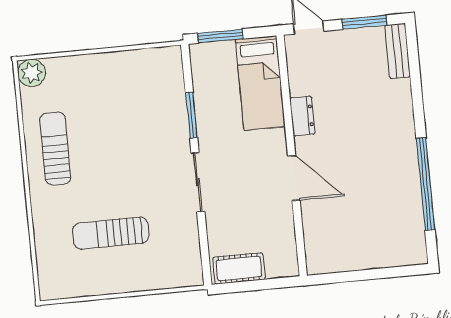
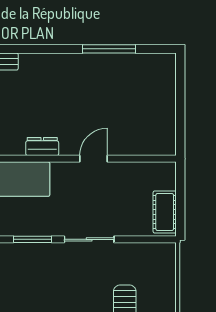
door: (294, 178) -> (93, 159), width x0.73
window: (426, 184) -> (109, 49), width x0.68

